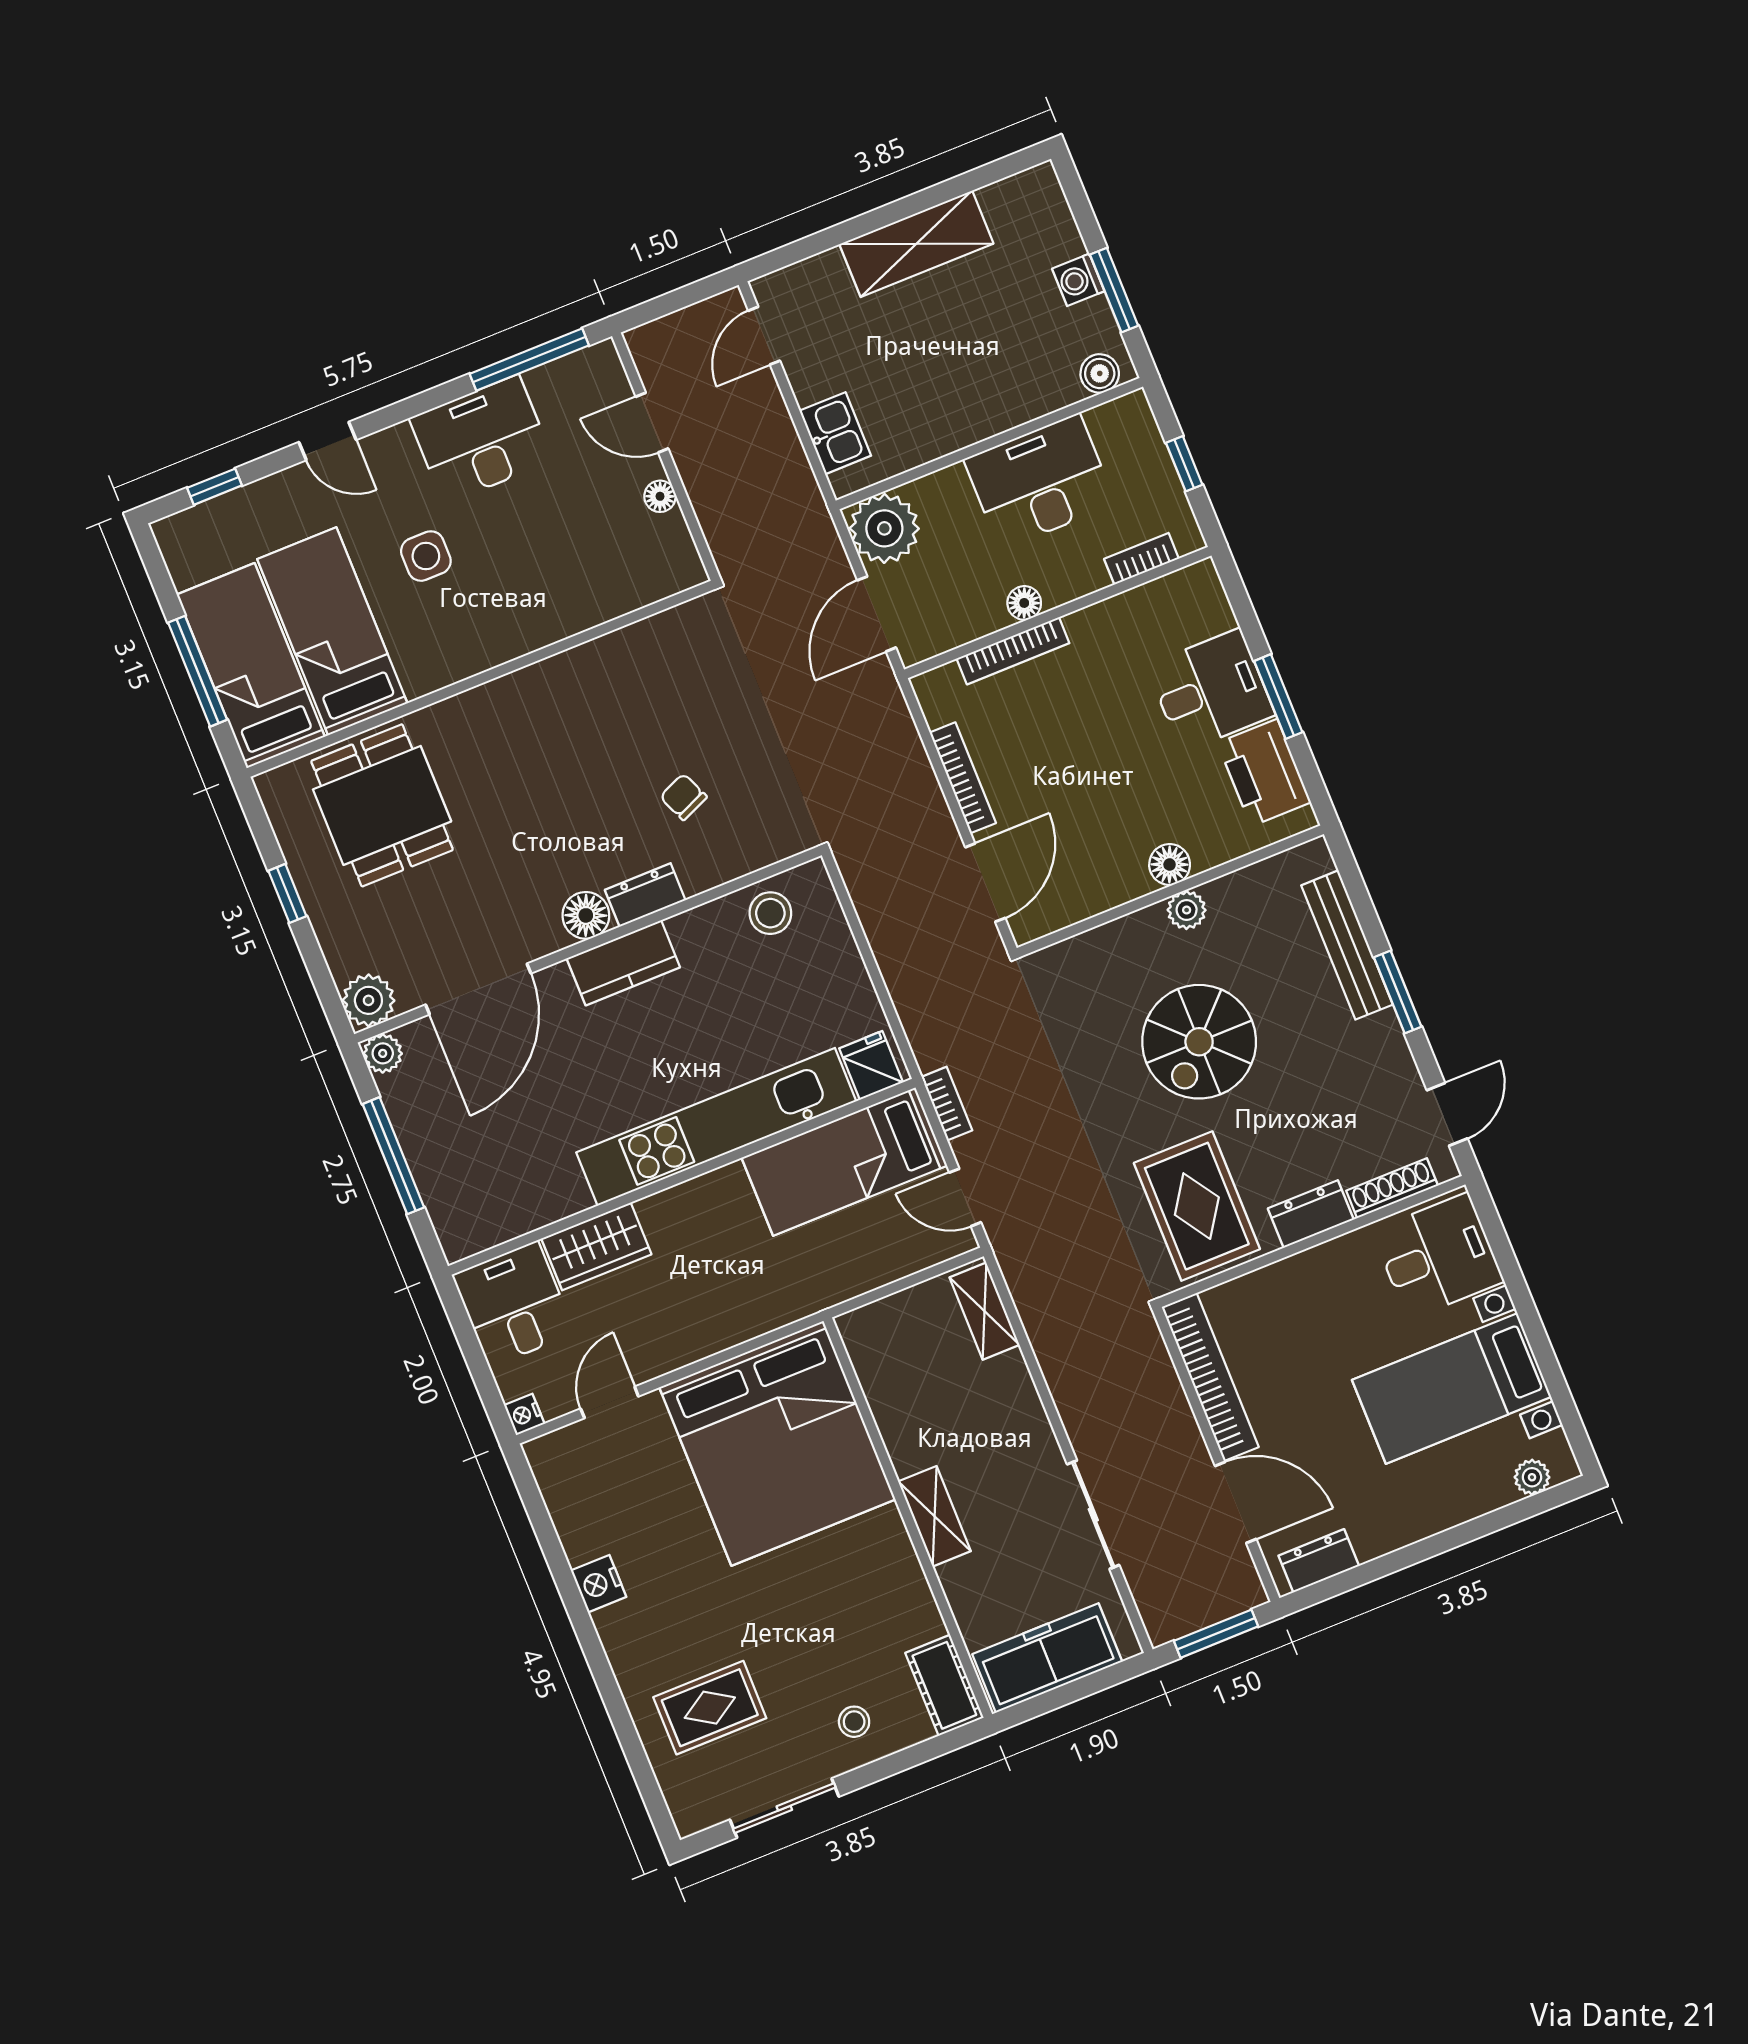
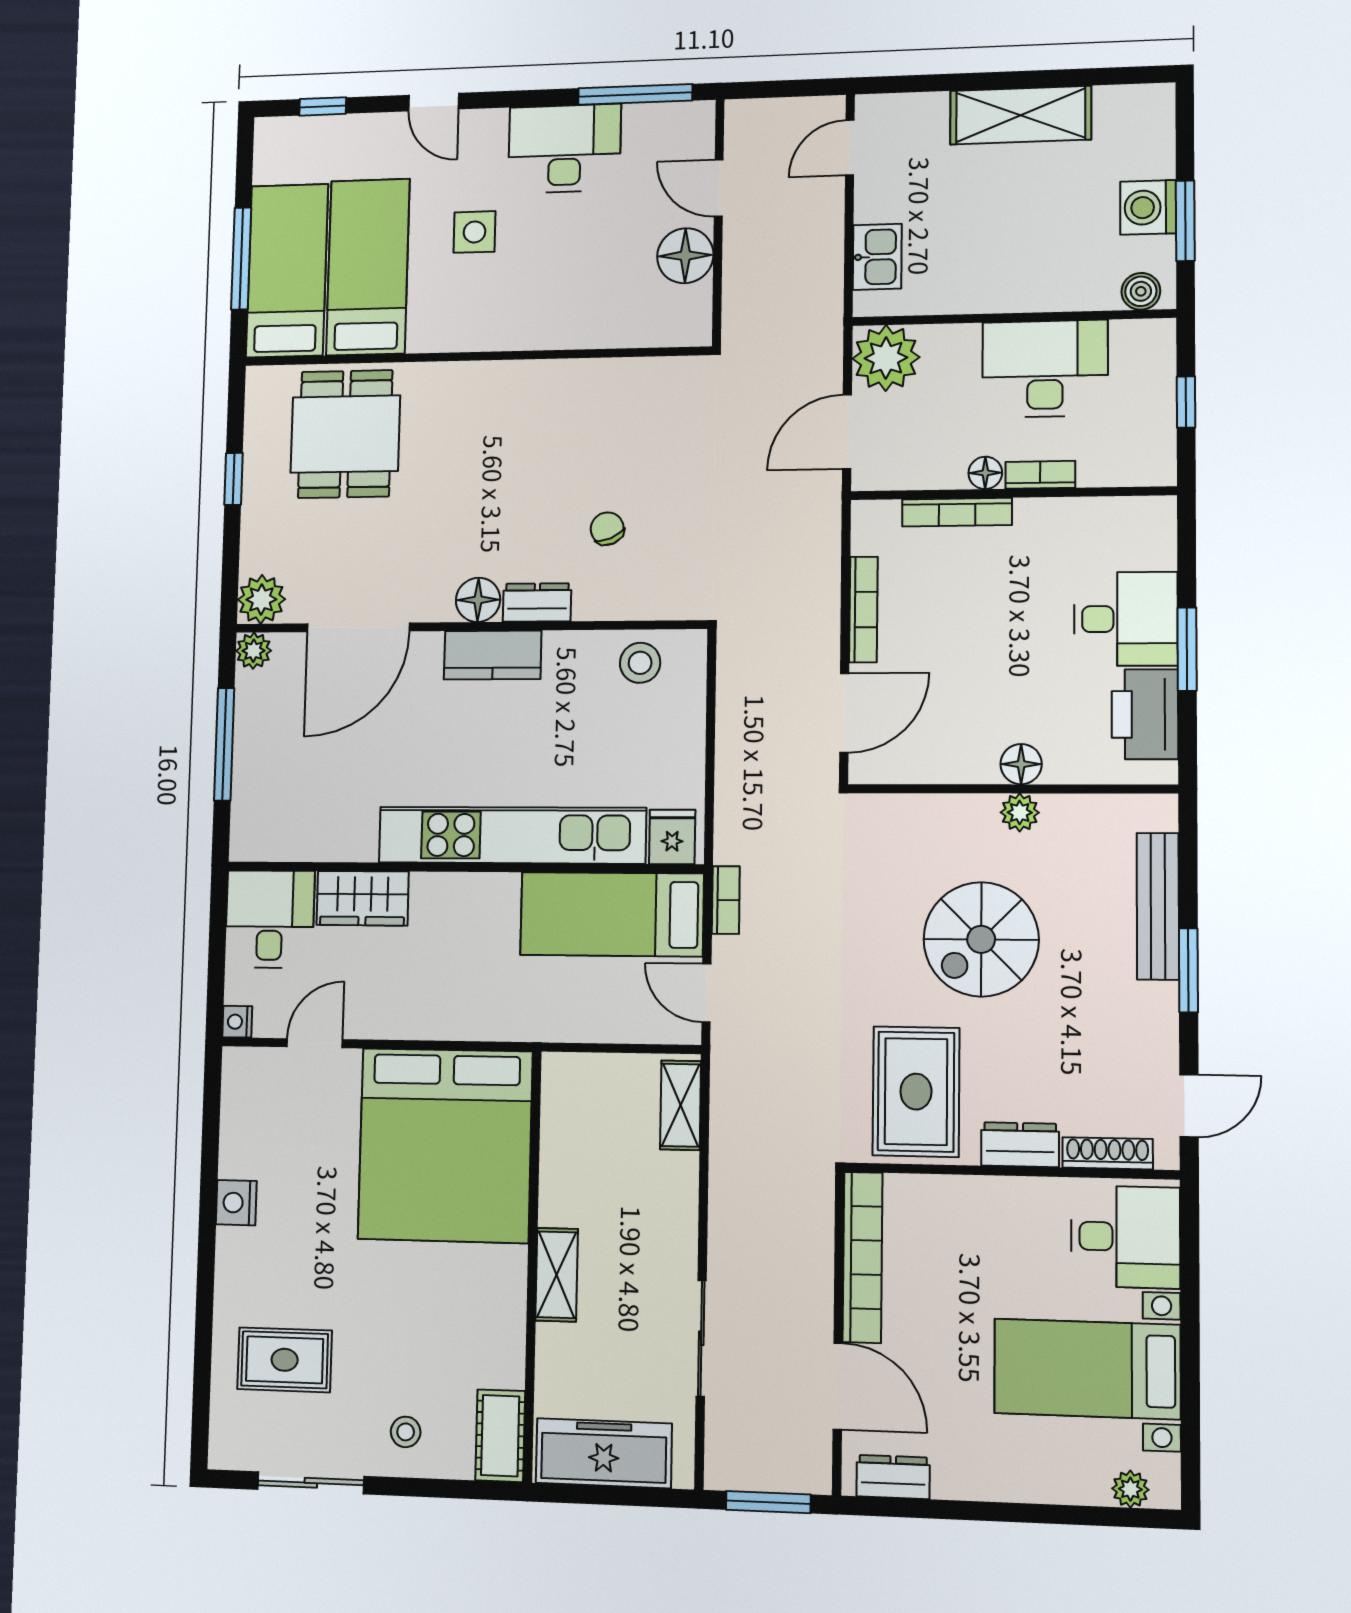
washing machine: (1078, 280) -> (1148, 207), width x1.38, depth x1.38
floor lamp: (660, 496) -> (685, 256), width x1.89, depth x1.89
bookcase: (1141, 559) -> (1040, 475), moved

